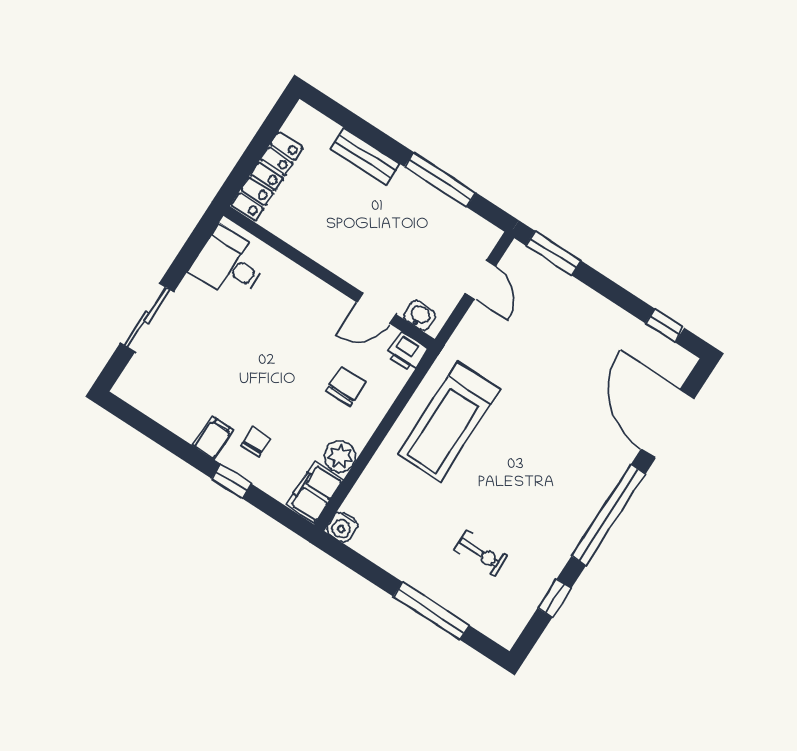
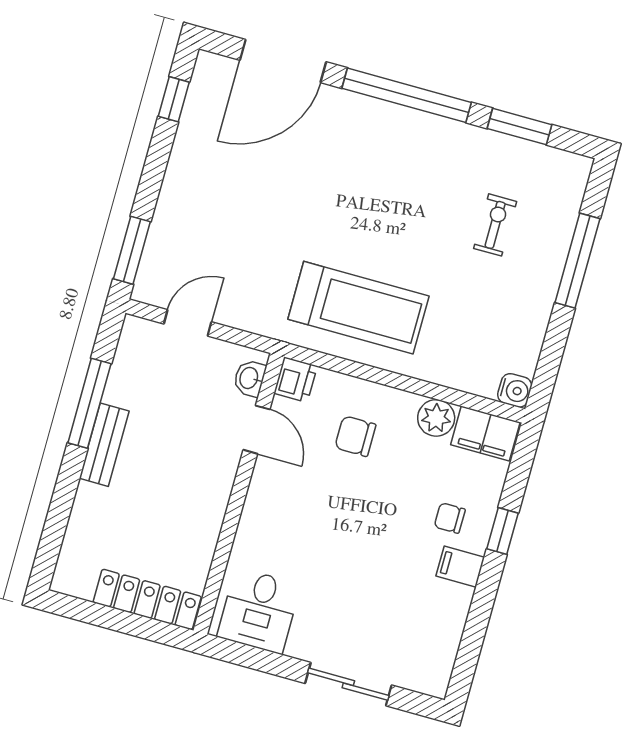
bench: (365, 156) -> (104, 445), moved
window: (554, 598) -> (519, 127), width x1.50

